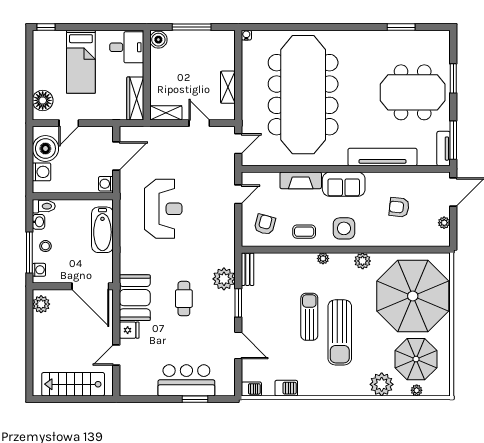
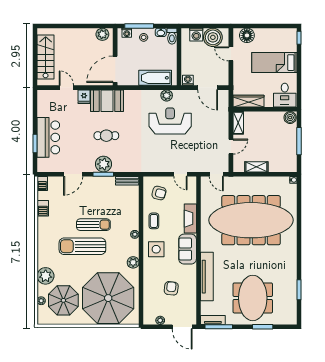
reception desk: (163, 209) -> (170, 121), turned 180
plant: (127, 214) -> (167, 95), added
plant: (224, 279) -> (103, 164), moved

